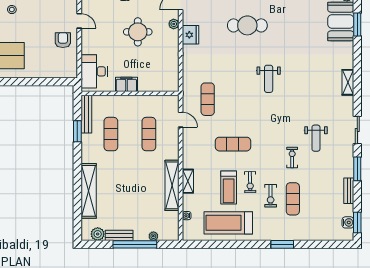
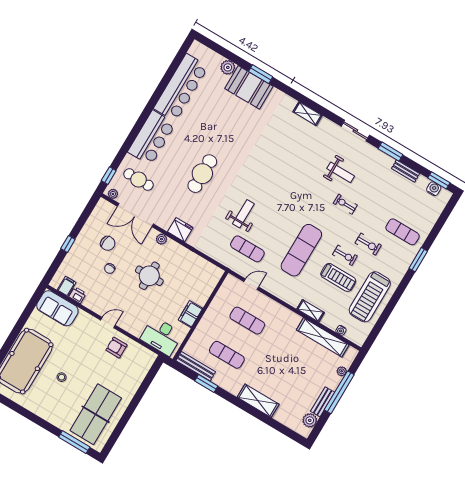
weight bench: (269, 79) -> (243, 214), moved, turned -90
exercise mat: (233, 144) -> (301, 250), width x1.36, depth x1.45
shelving: (172, 185) -> (323, 337), moved
shelving: (89, 191) -> (258, 401), width x0.68
exercise mat: (293, 199) -> (403, 232), moved

